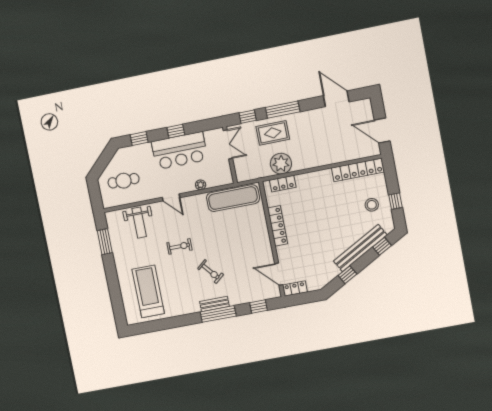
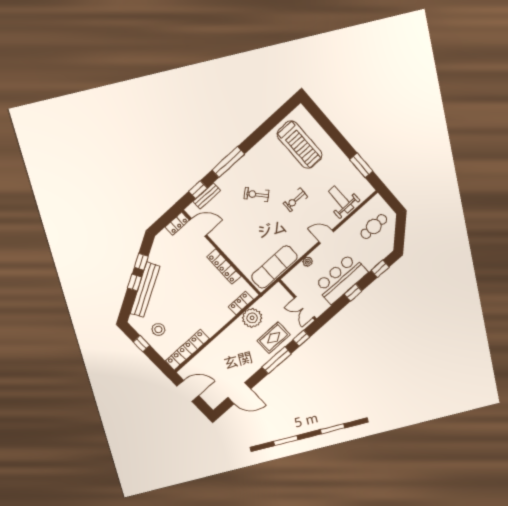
window: (382, 246) -> (135, 283), moved
bench: (214, 304) -> (207, 196), moved

